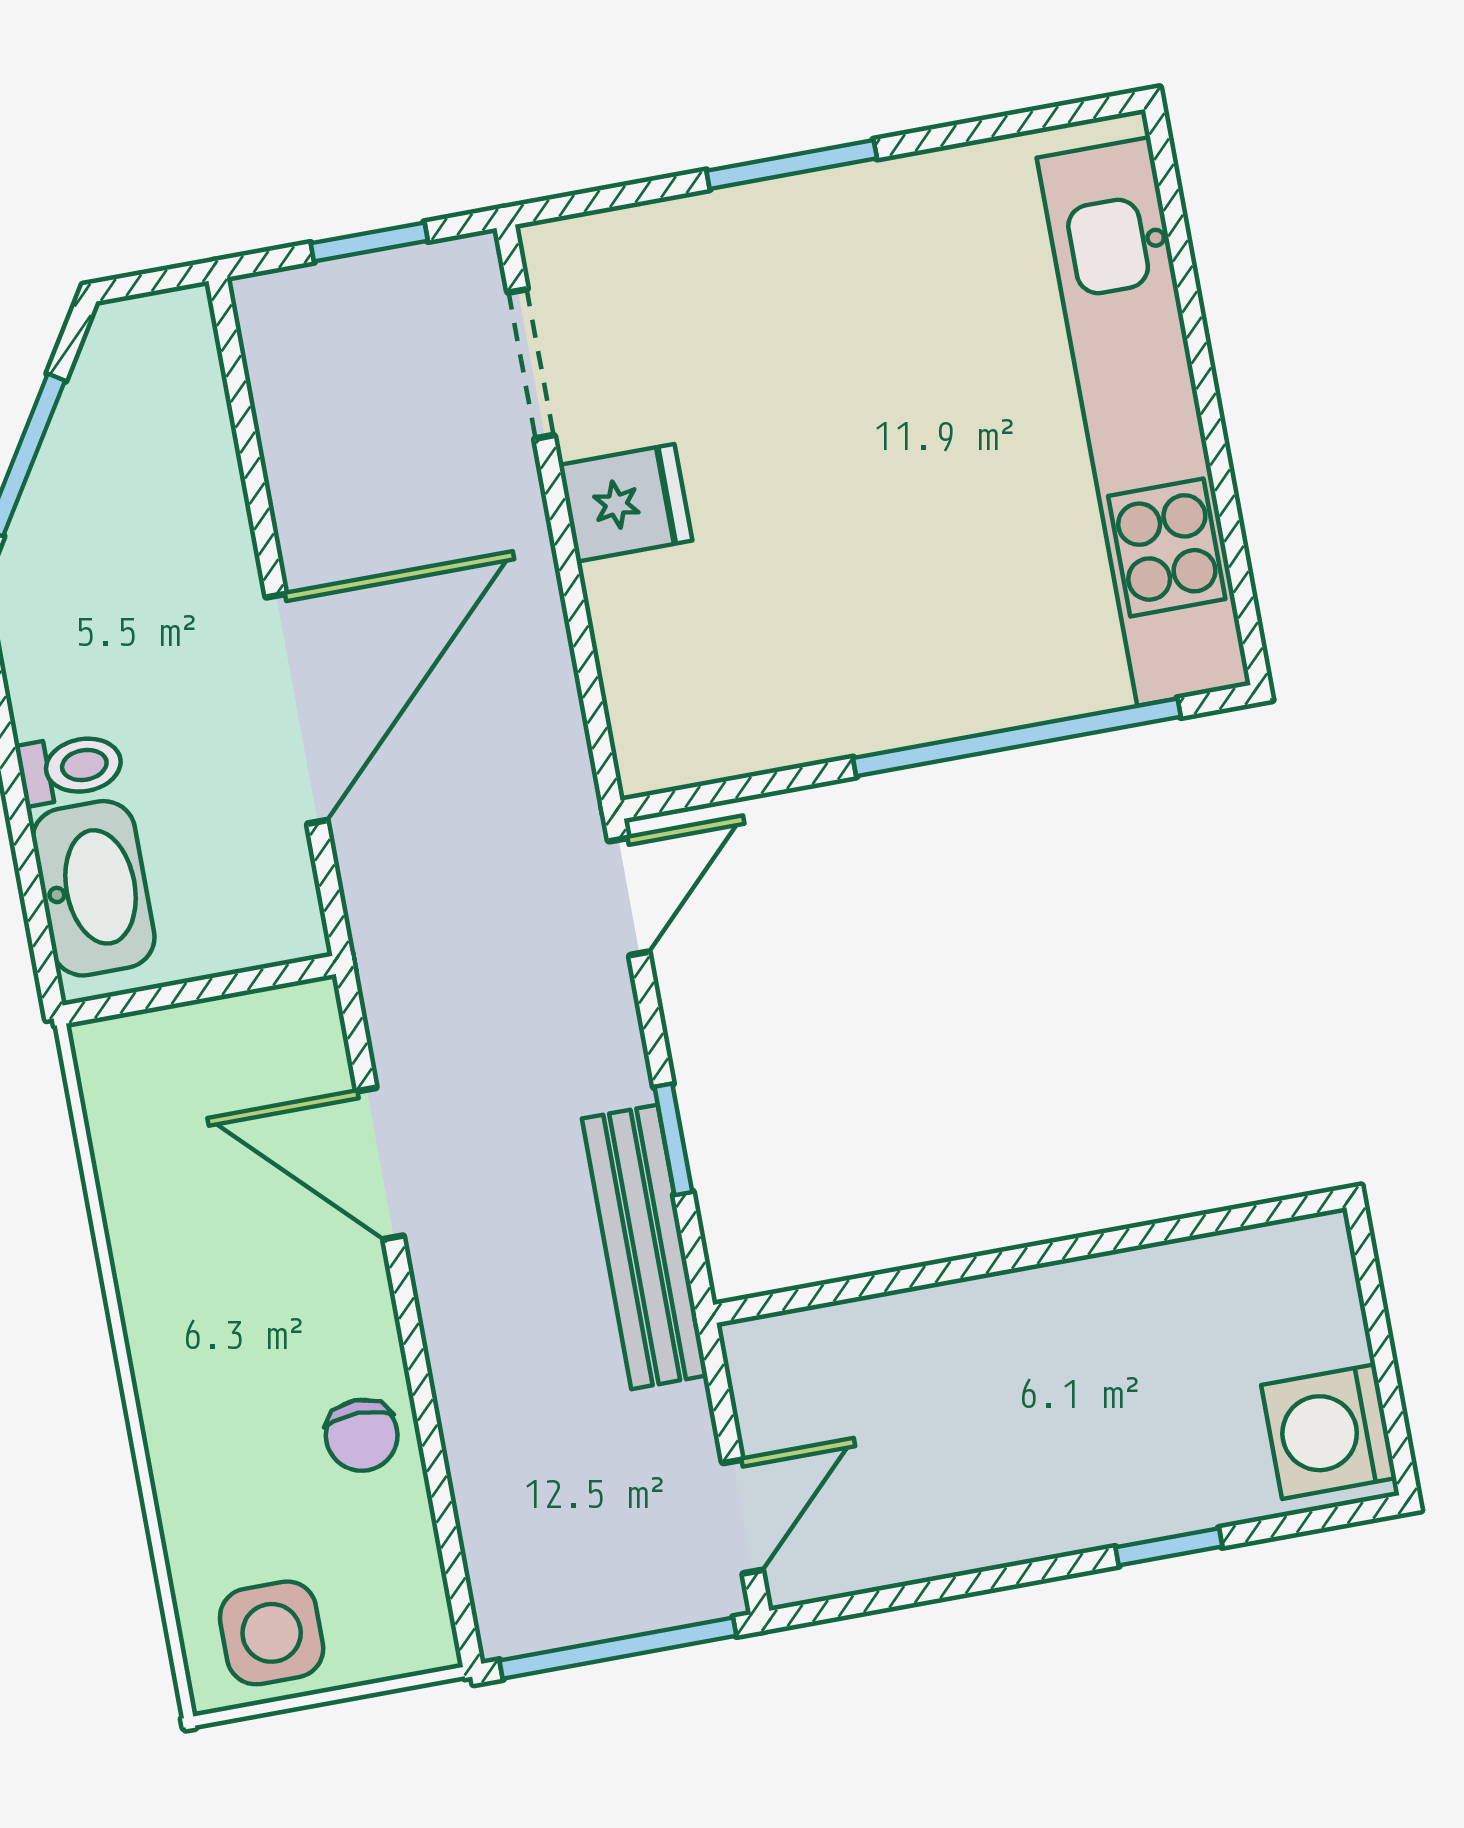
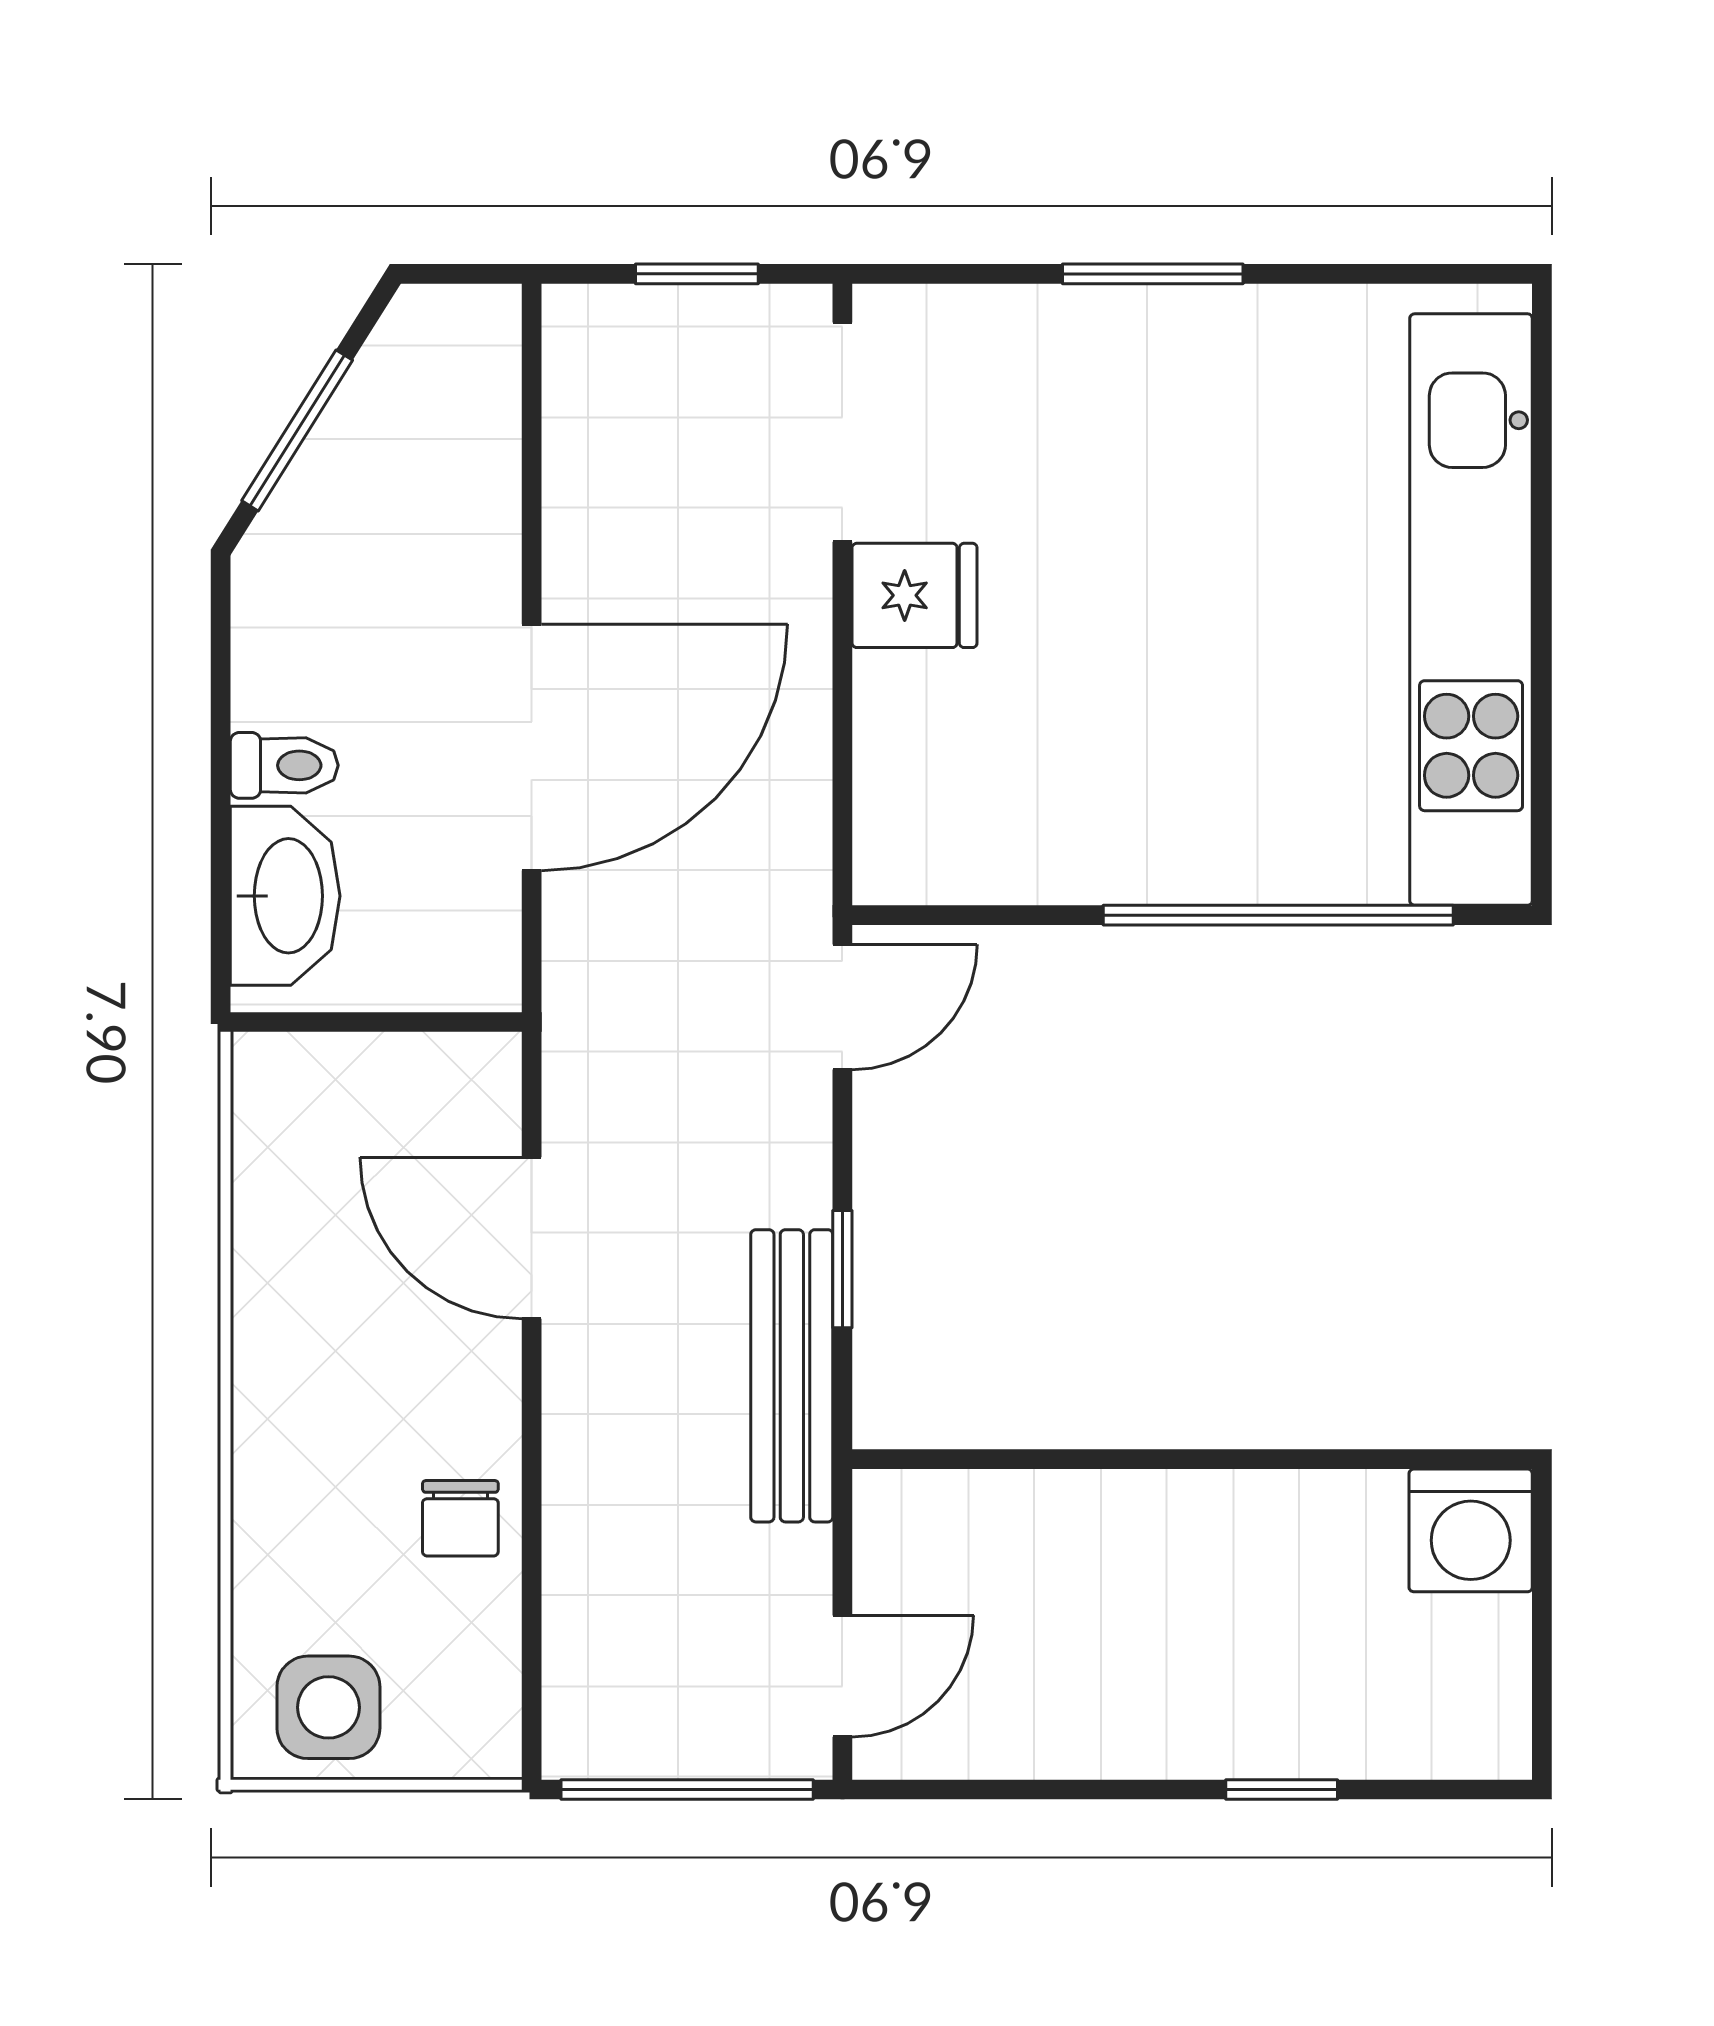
doorway: (531, 364) -> (842, 432), width x1.38
washing machine: (1329, 1432) -> (1471, 1530), moved, turned -90

